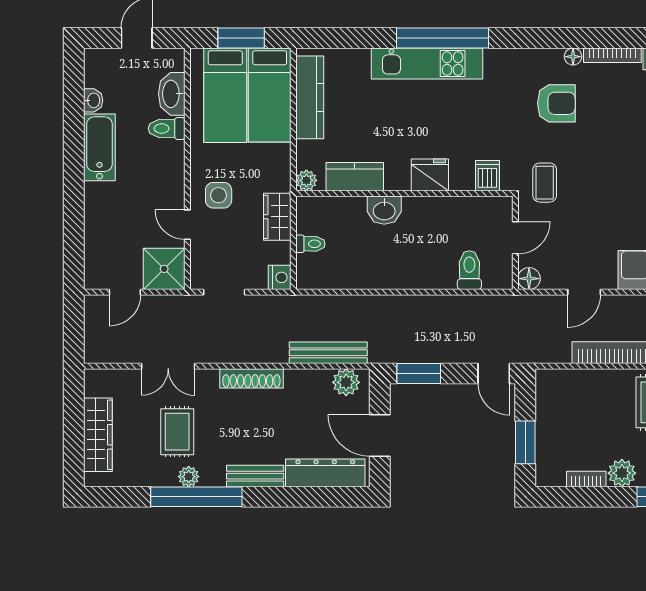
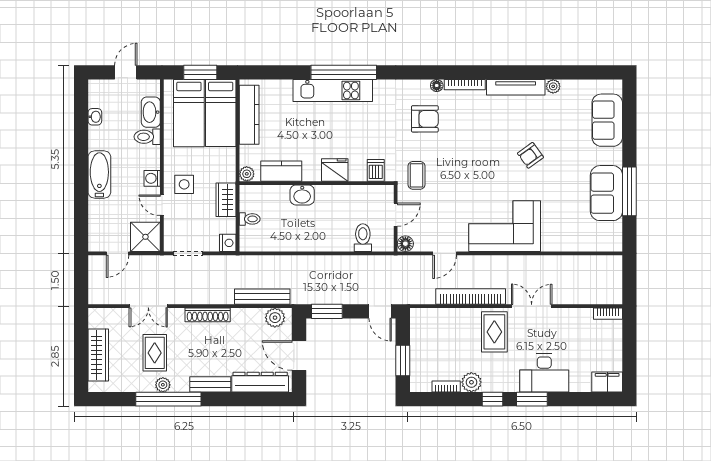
bathtub: (99, 147) -> (99, 174), moved
washing machine: (174, 187) -> (152, 178), added

